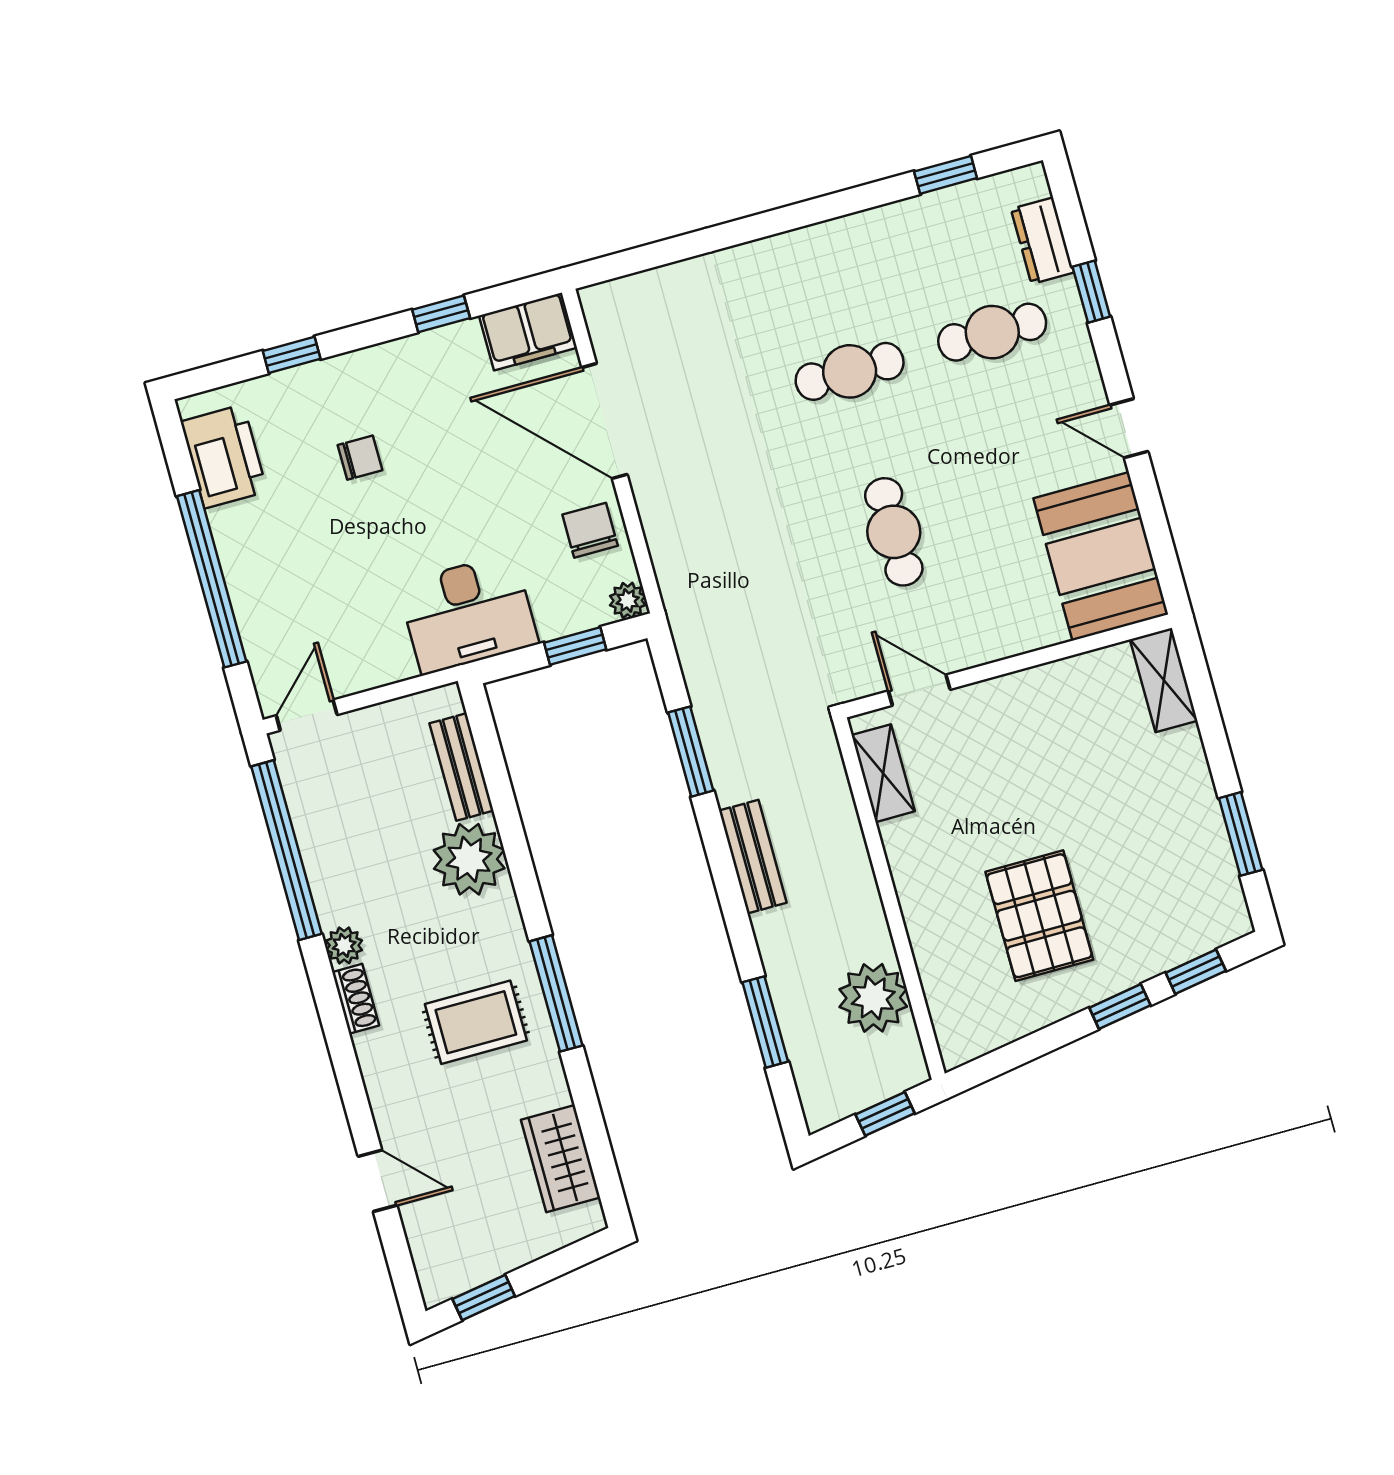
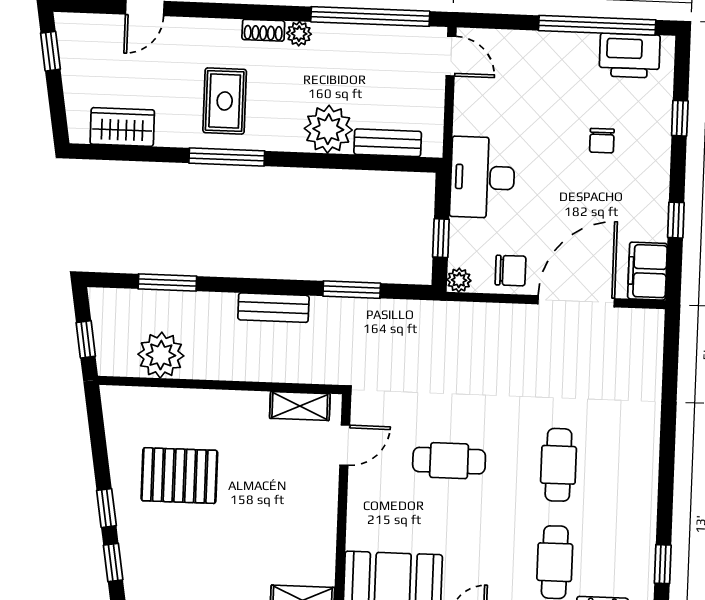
window: (212, 579) -> (597, 25), moved

